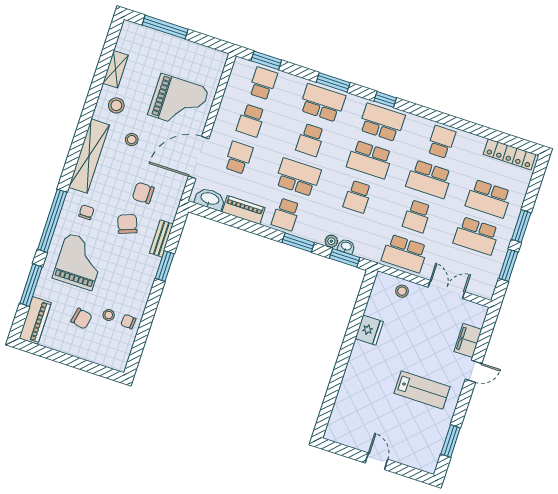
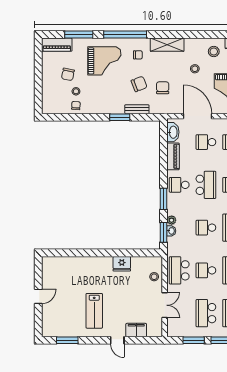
shelving: (89, 156) -> (167, 45), width x0.68
school desk: (239, 158) -> (206, 142), turned 180

